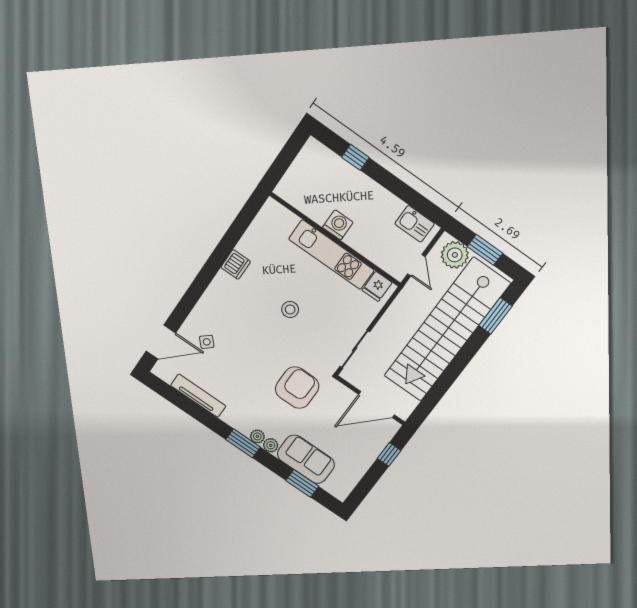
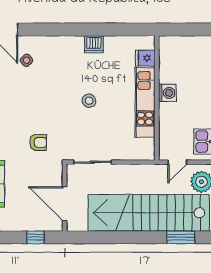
fridge: (377, 286) -> (145, 58), moved
armchair: (297, 388) -> (38, 142), width x0.53, depth x0.53

